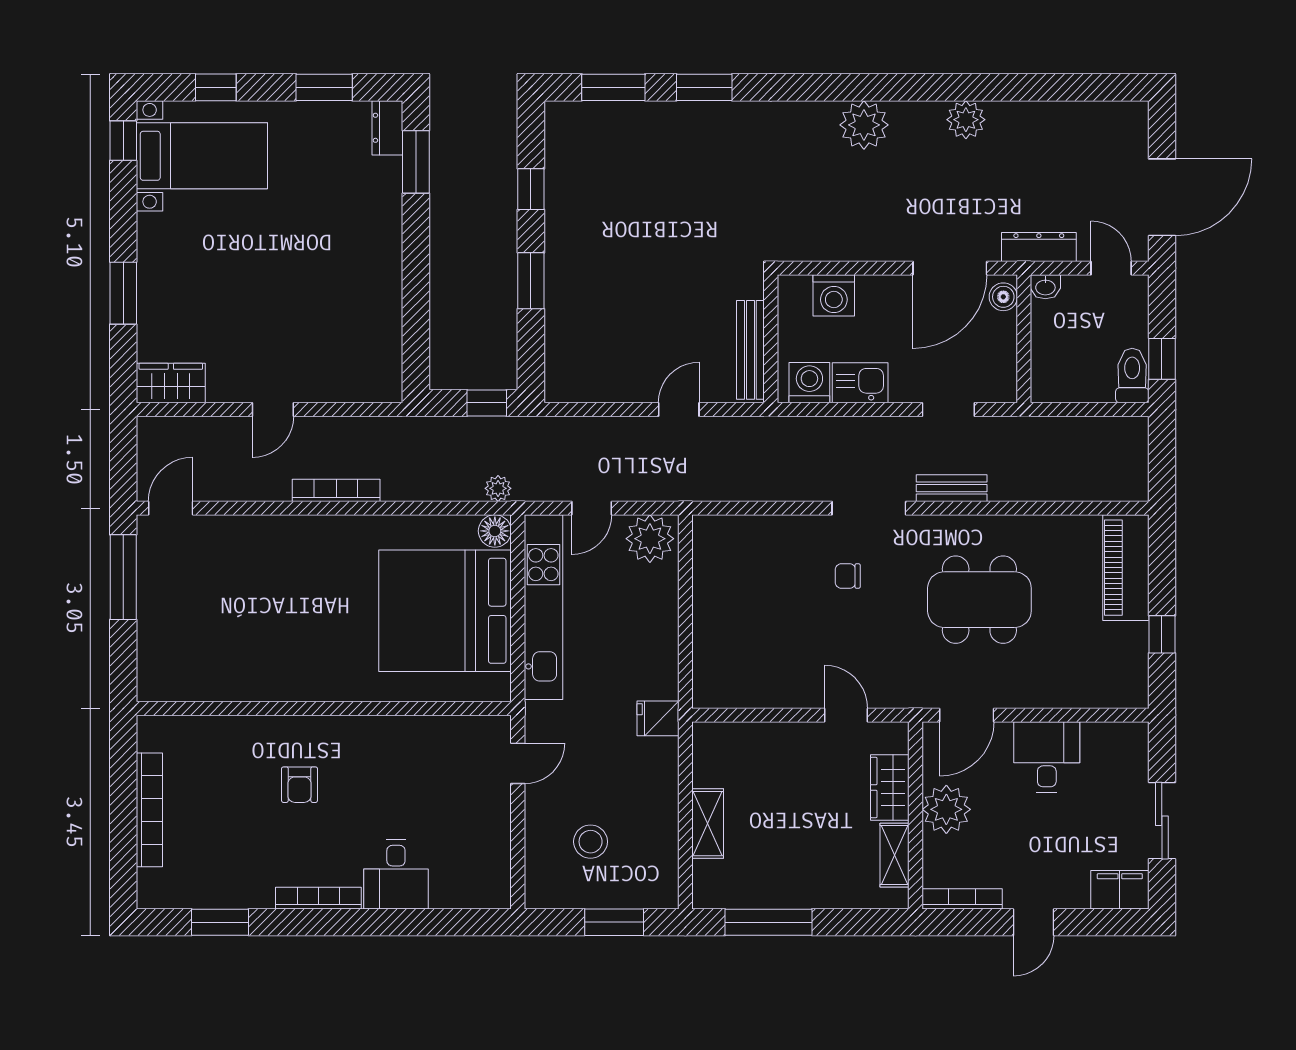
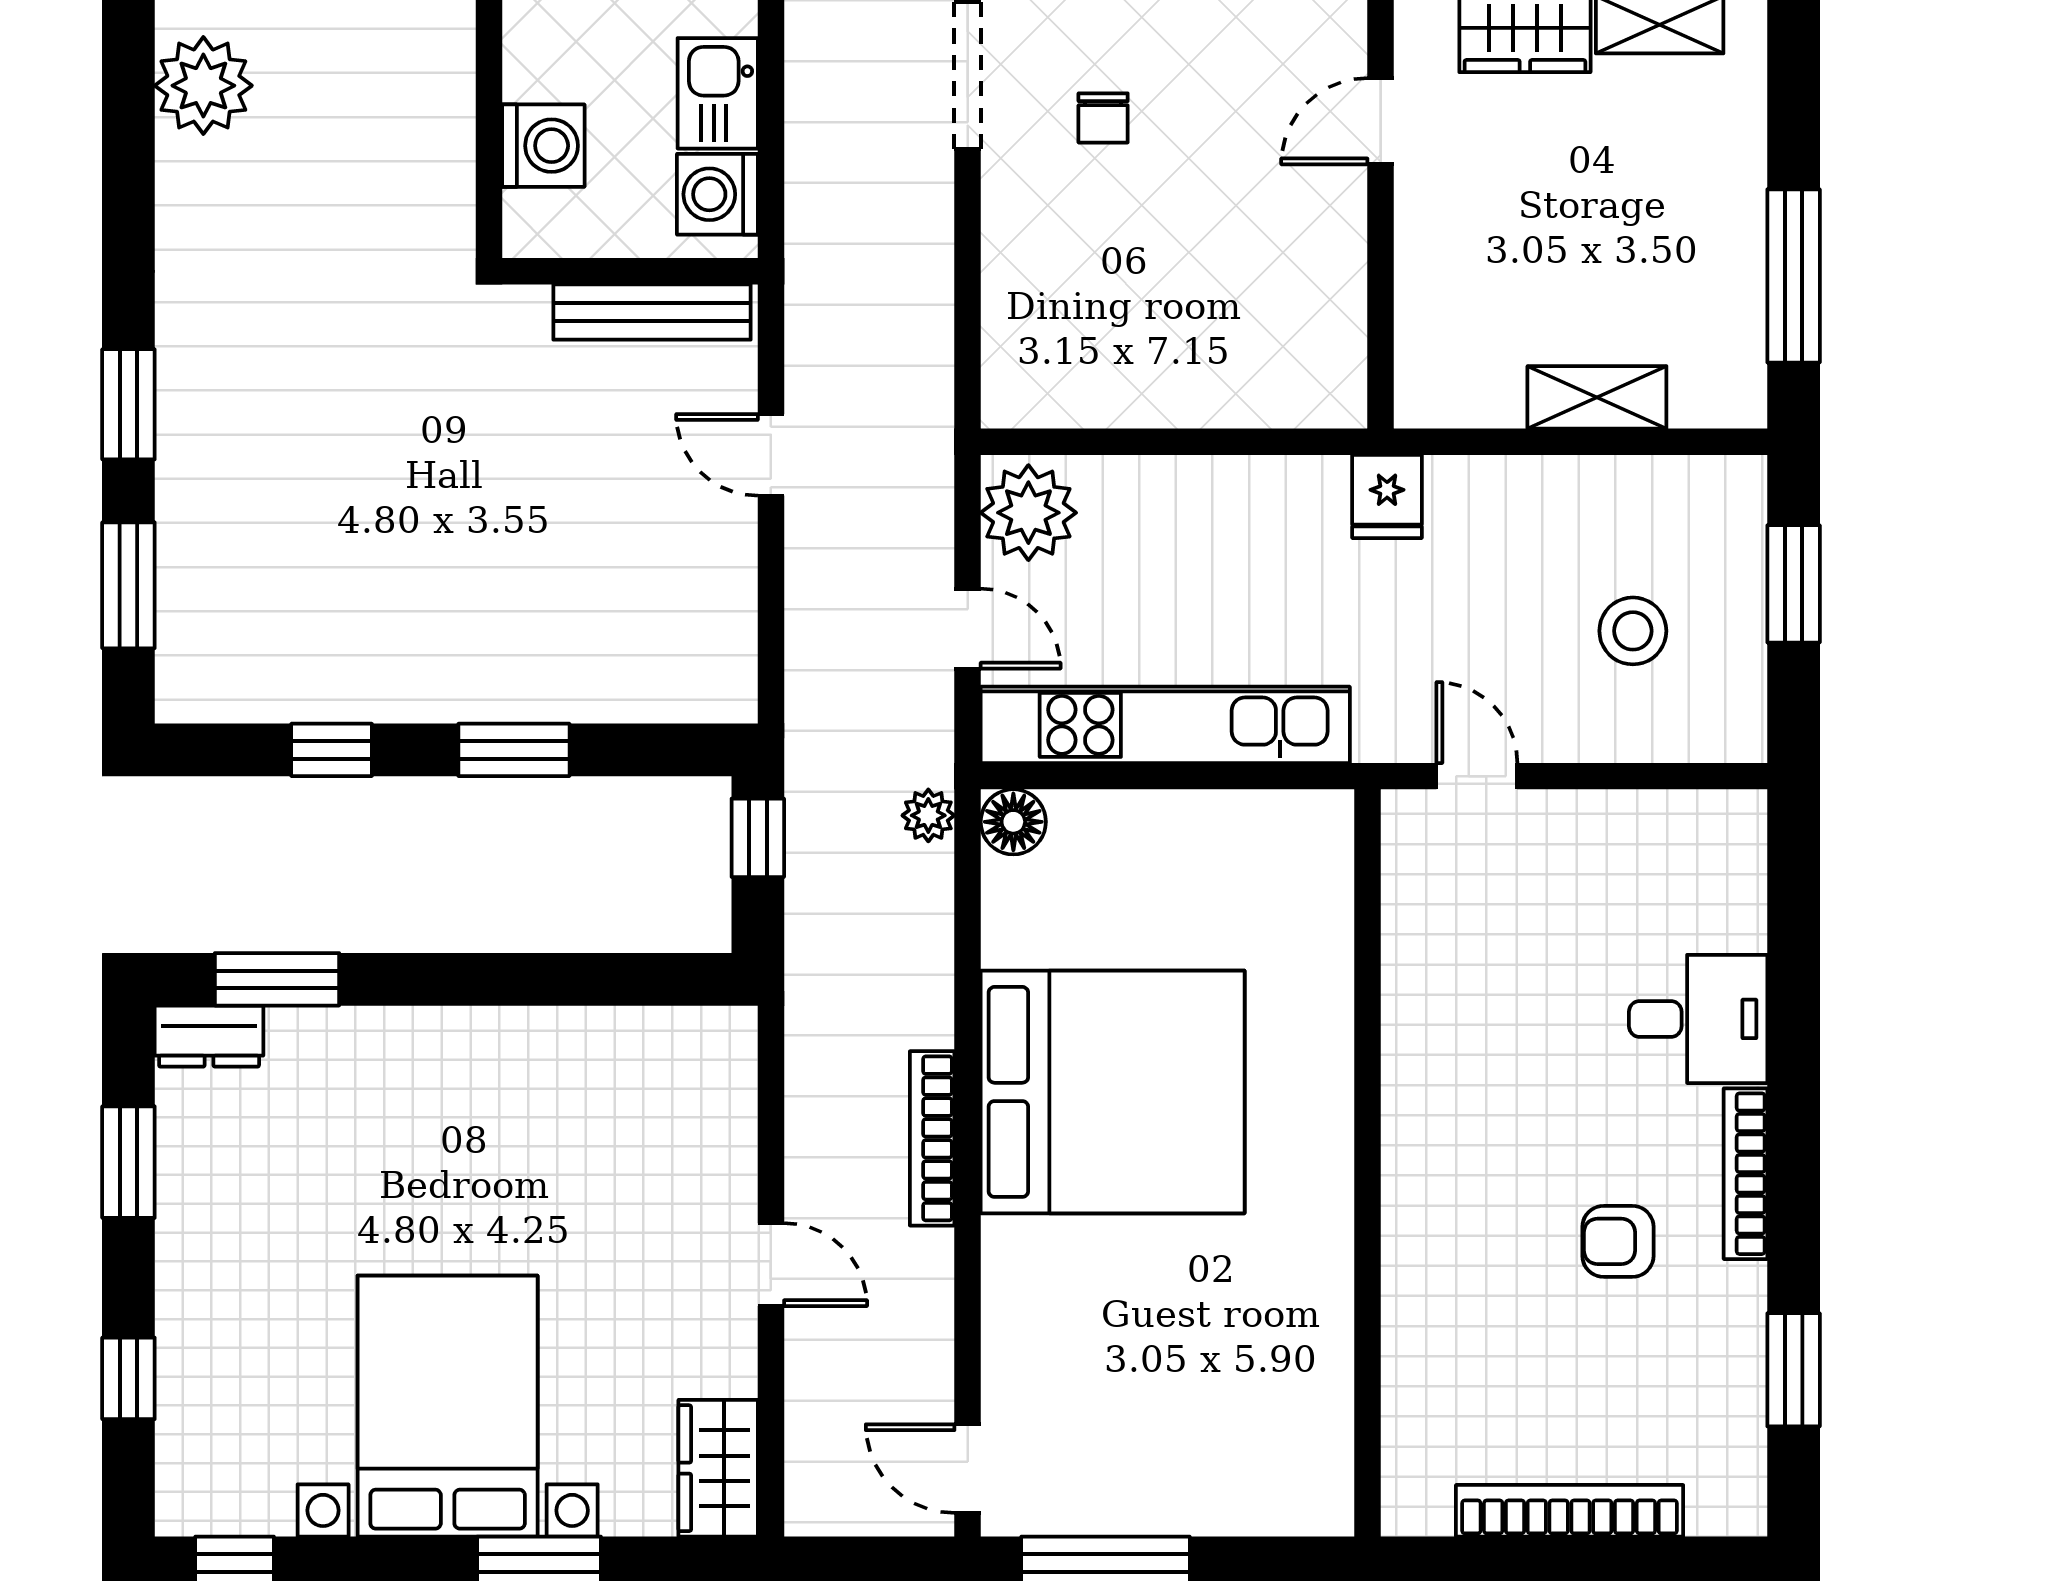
bed with nightstands: (202, 156) -> (448, 1406), moved, width x1.36
bed: (445, 611) -> (1113, 1092), moved, turned -90
armchair: (300, 785) -> (1618, 1241), moved, turned 180

